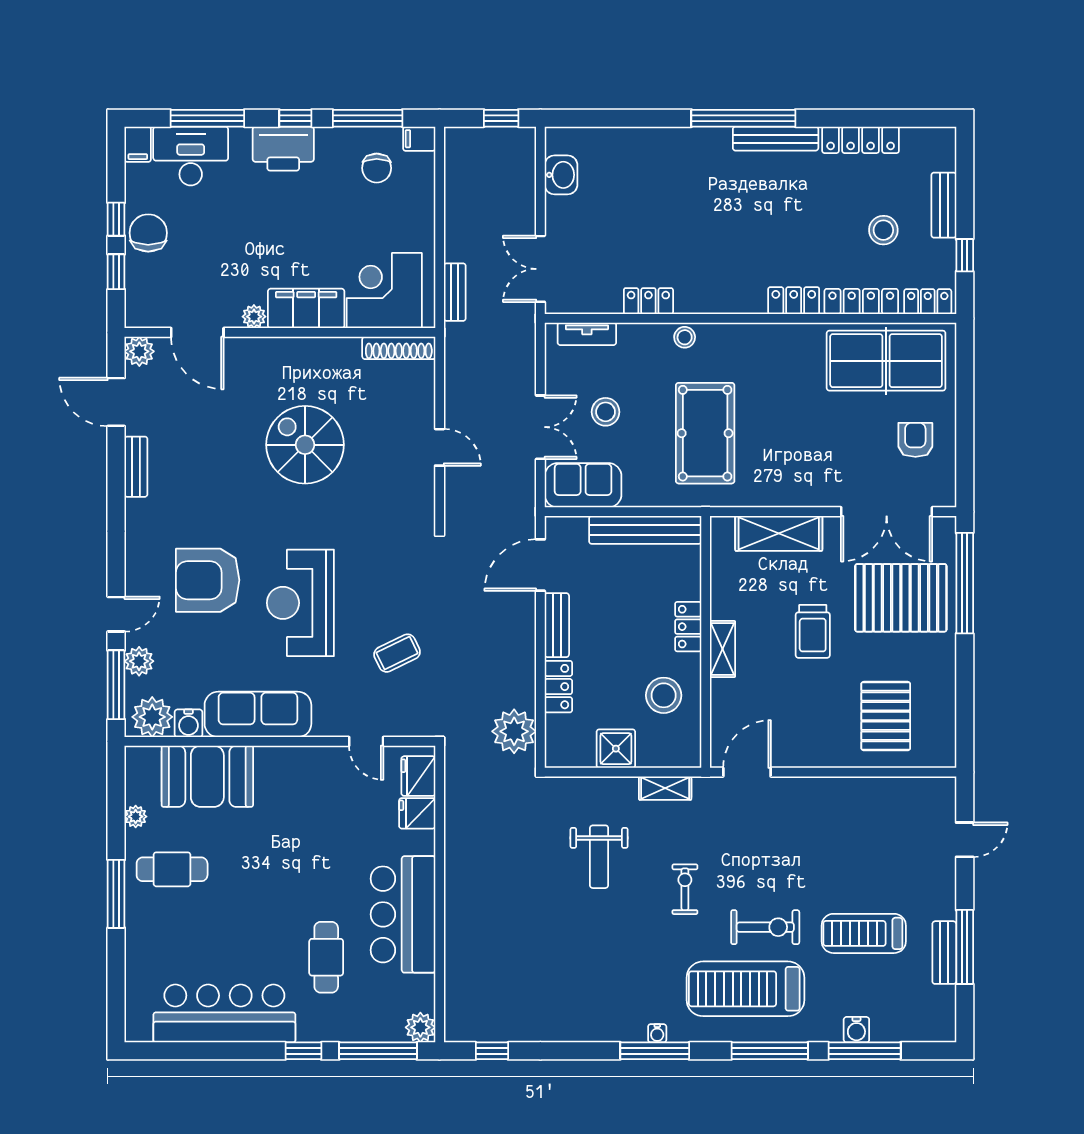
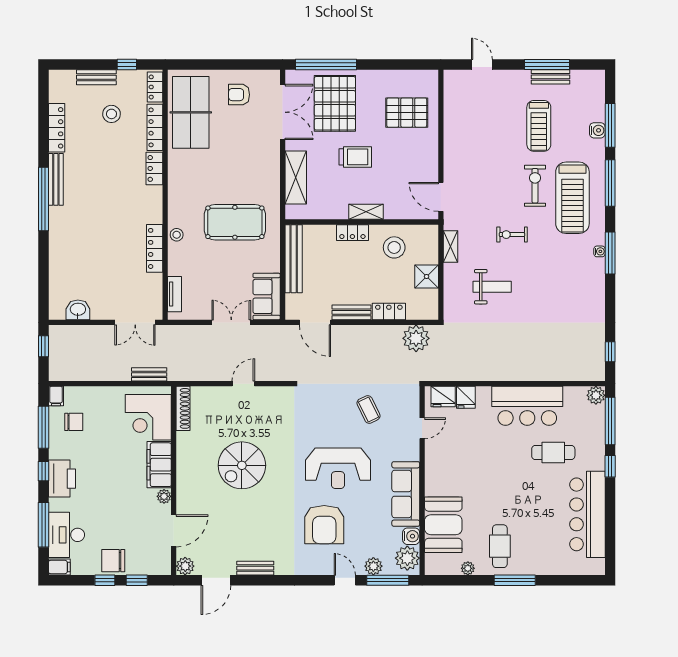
locker: (648, 301) -> (155, 248), width x1.53
stool: (606, 412) -> (222, 283), removed

